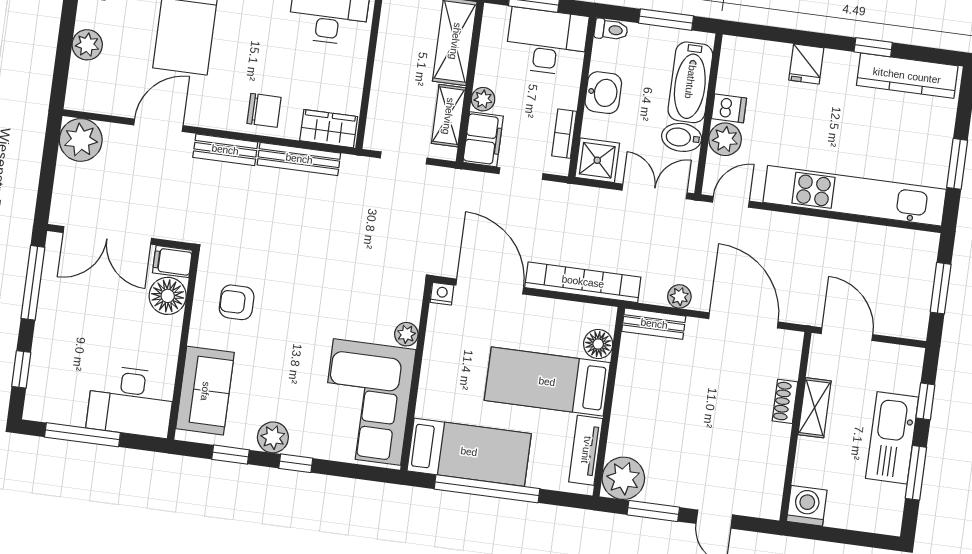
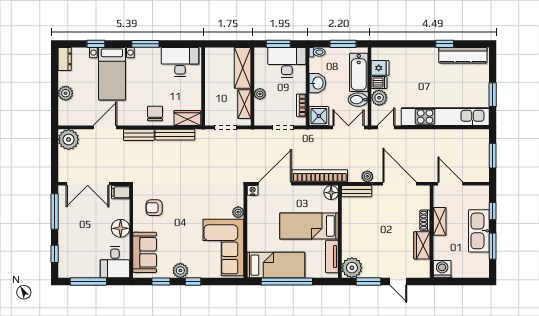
fridge: (806, 64) -> (380, 68), moved, turned -90
chair: (264, 110) -> (155, 113), turned -90
filing cabinet: (483, 139) -> (262, 113), removed
door: (490, 286) -> (275, 184), hinge flipped
floor lamp: (168, 296) -> (121, 228), moved
floor lamp: (598, 344) -> (331, 193), moved
desk: (131, 401) -> (115, 262), width x0.73
wardrobe: (772, 452) -> (422, 245), added

